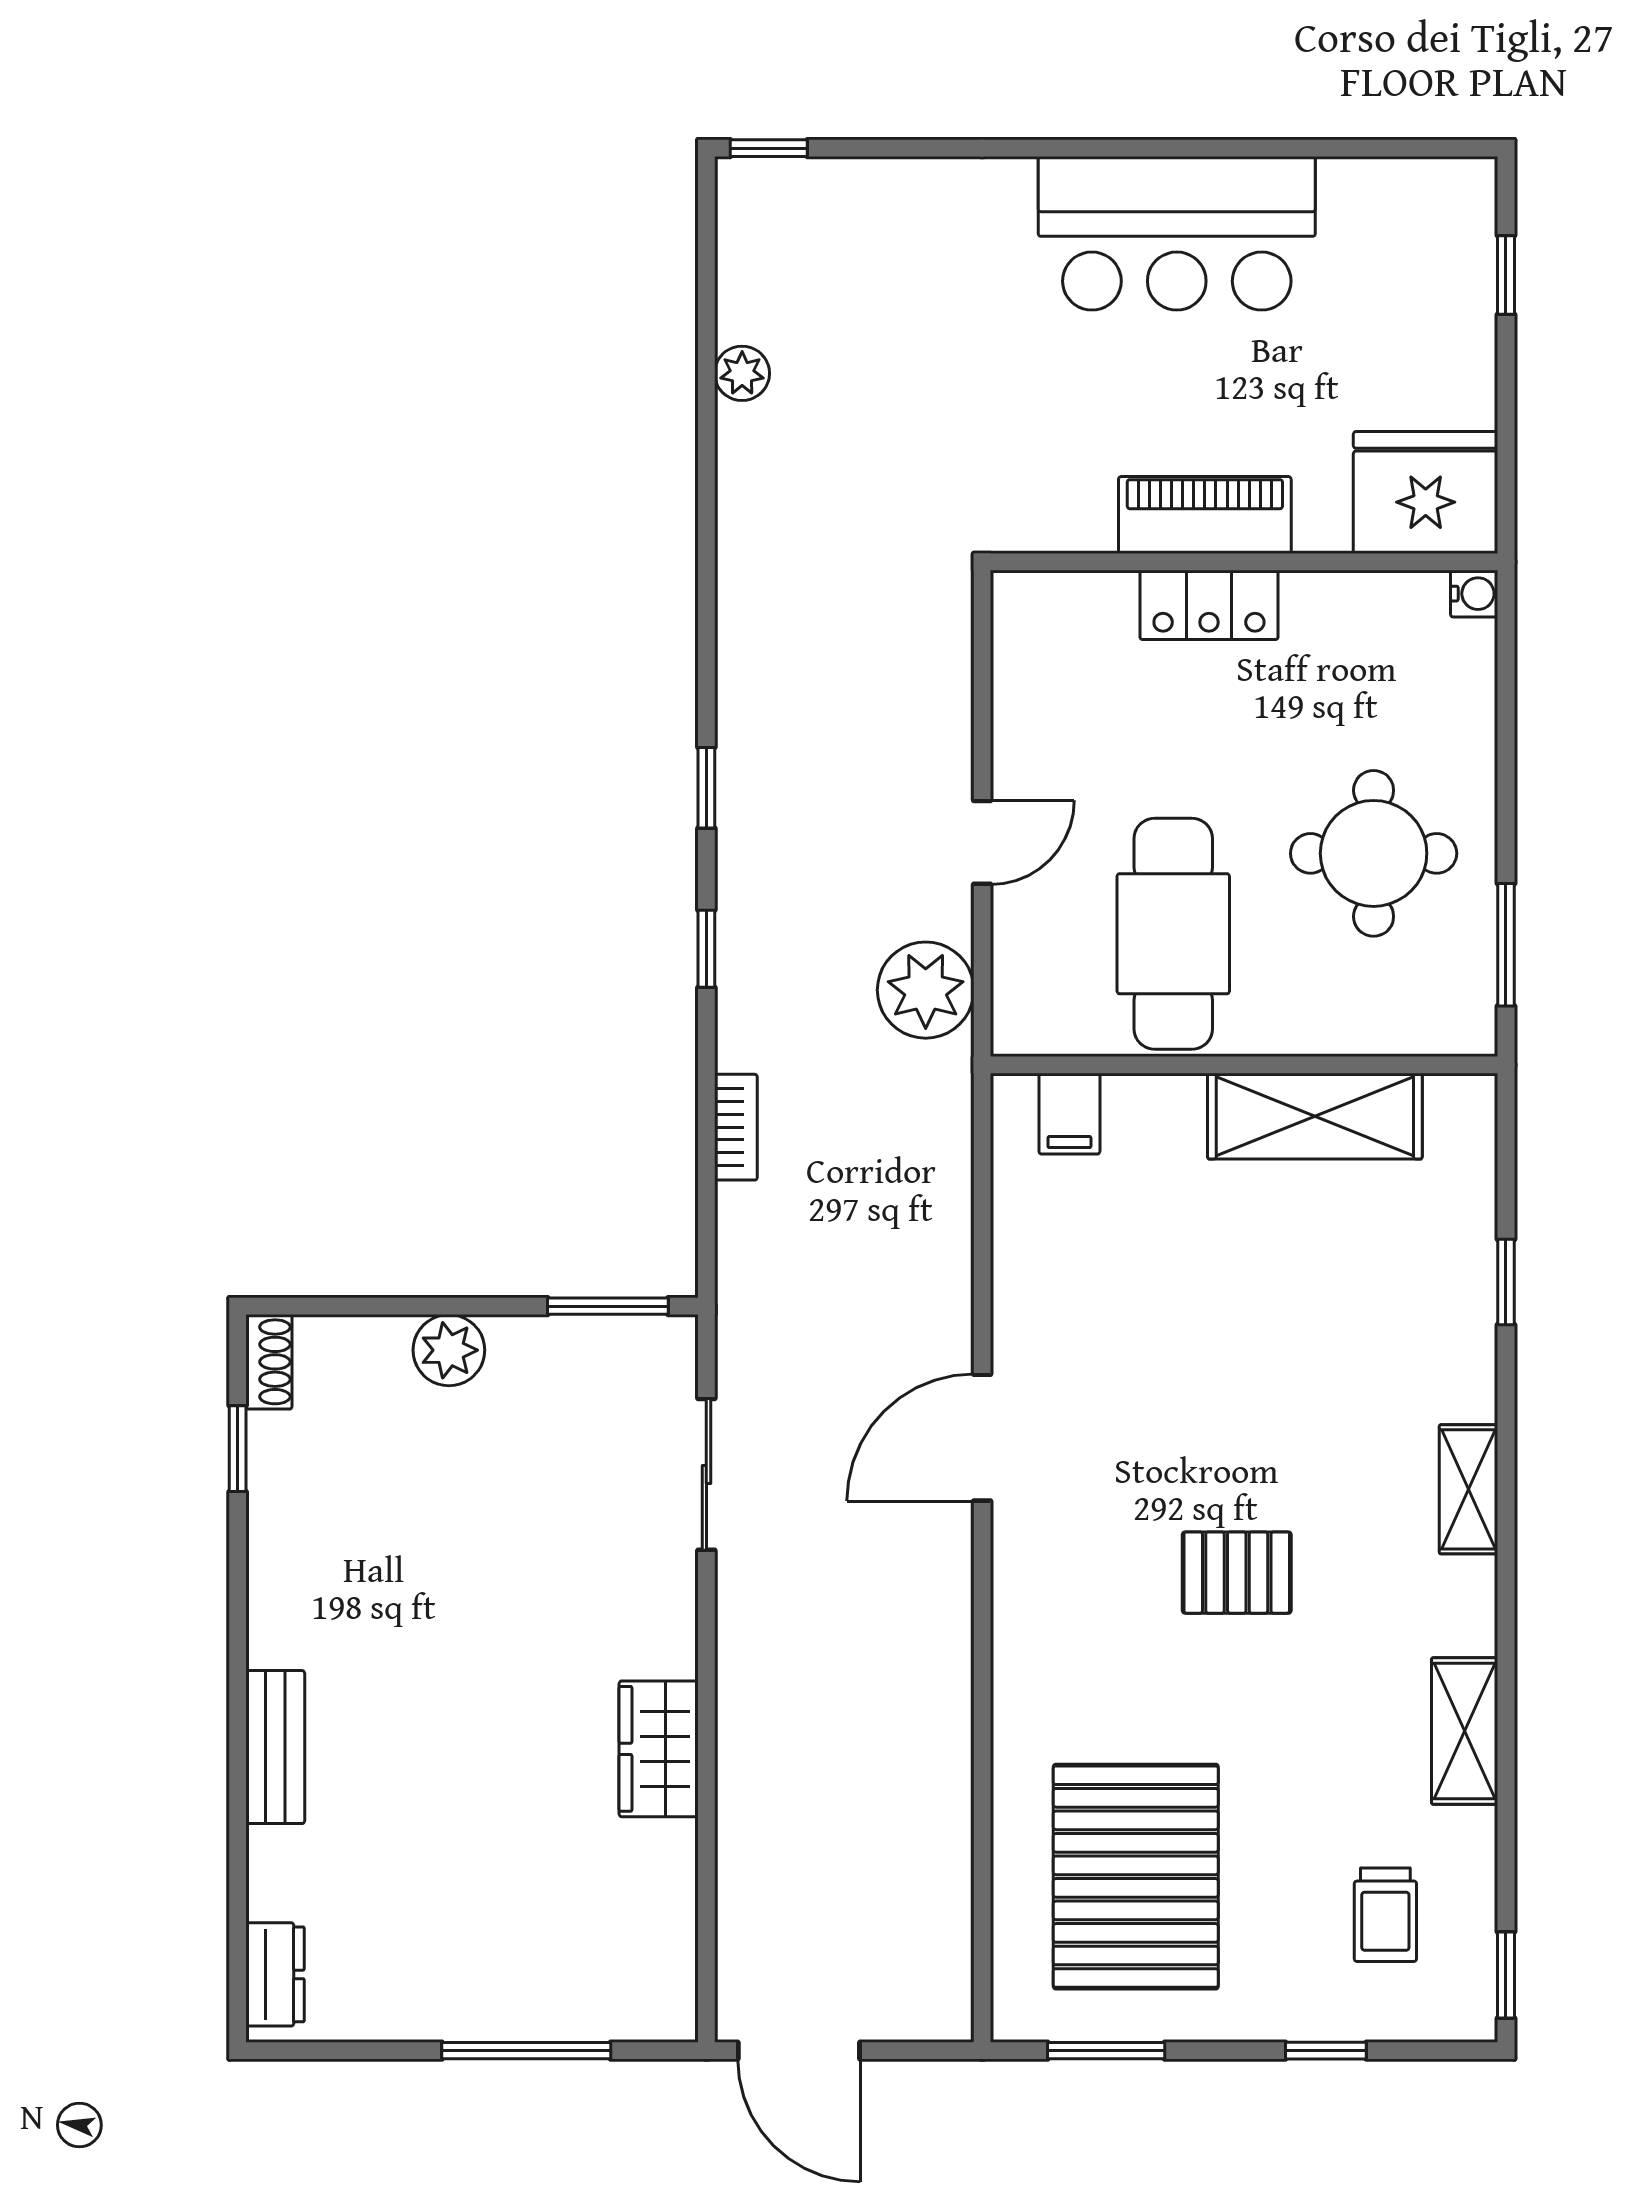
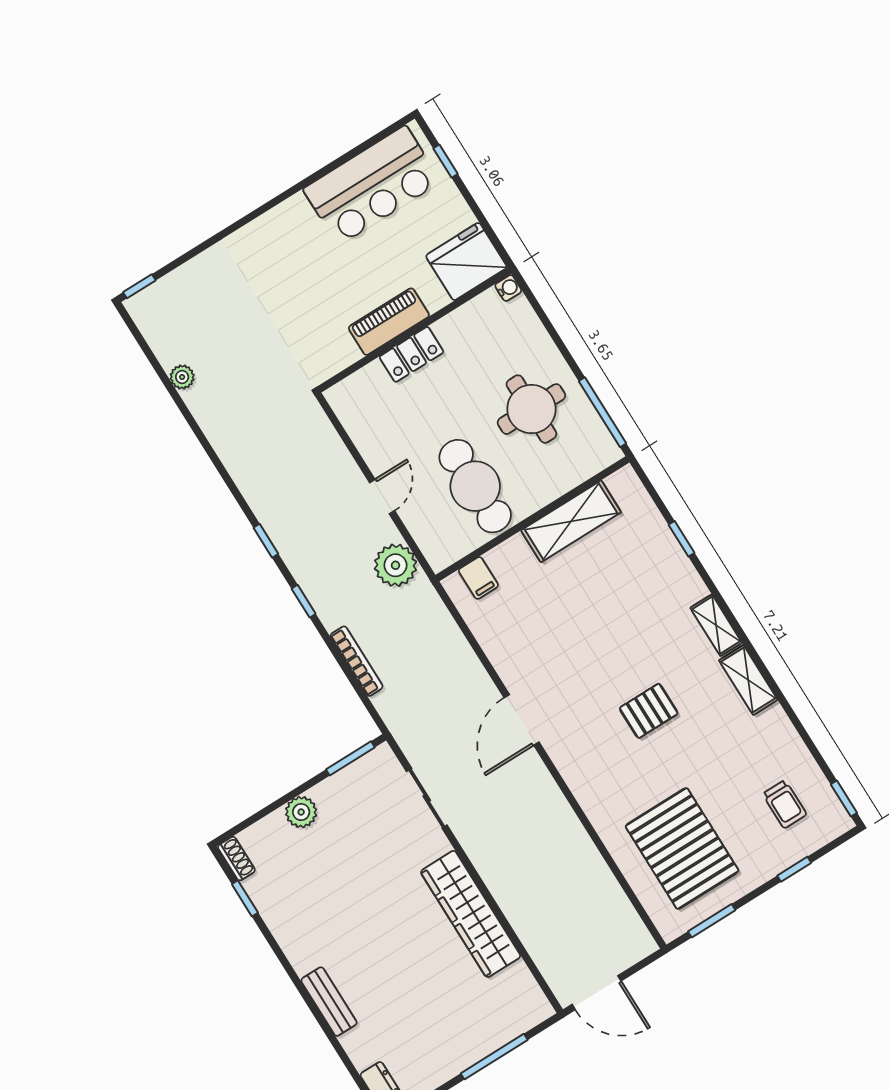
bar counter: (1177, 233) -> (372, 185), moved
window: (1506, 945) -> (603, 412), width x1.44
bookcase: (736, 1127) -> (356, 661), width x1.56
shelving: (1465, 1731) -> (748, 680), moved
wardrobe: (659, 1749) -> (471, 914), width x2.10, depth x1.17

